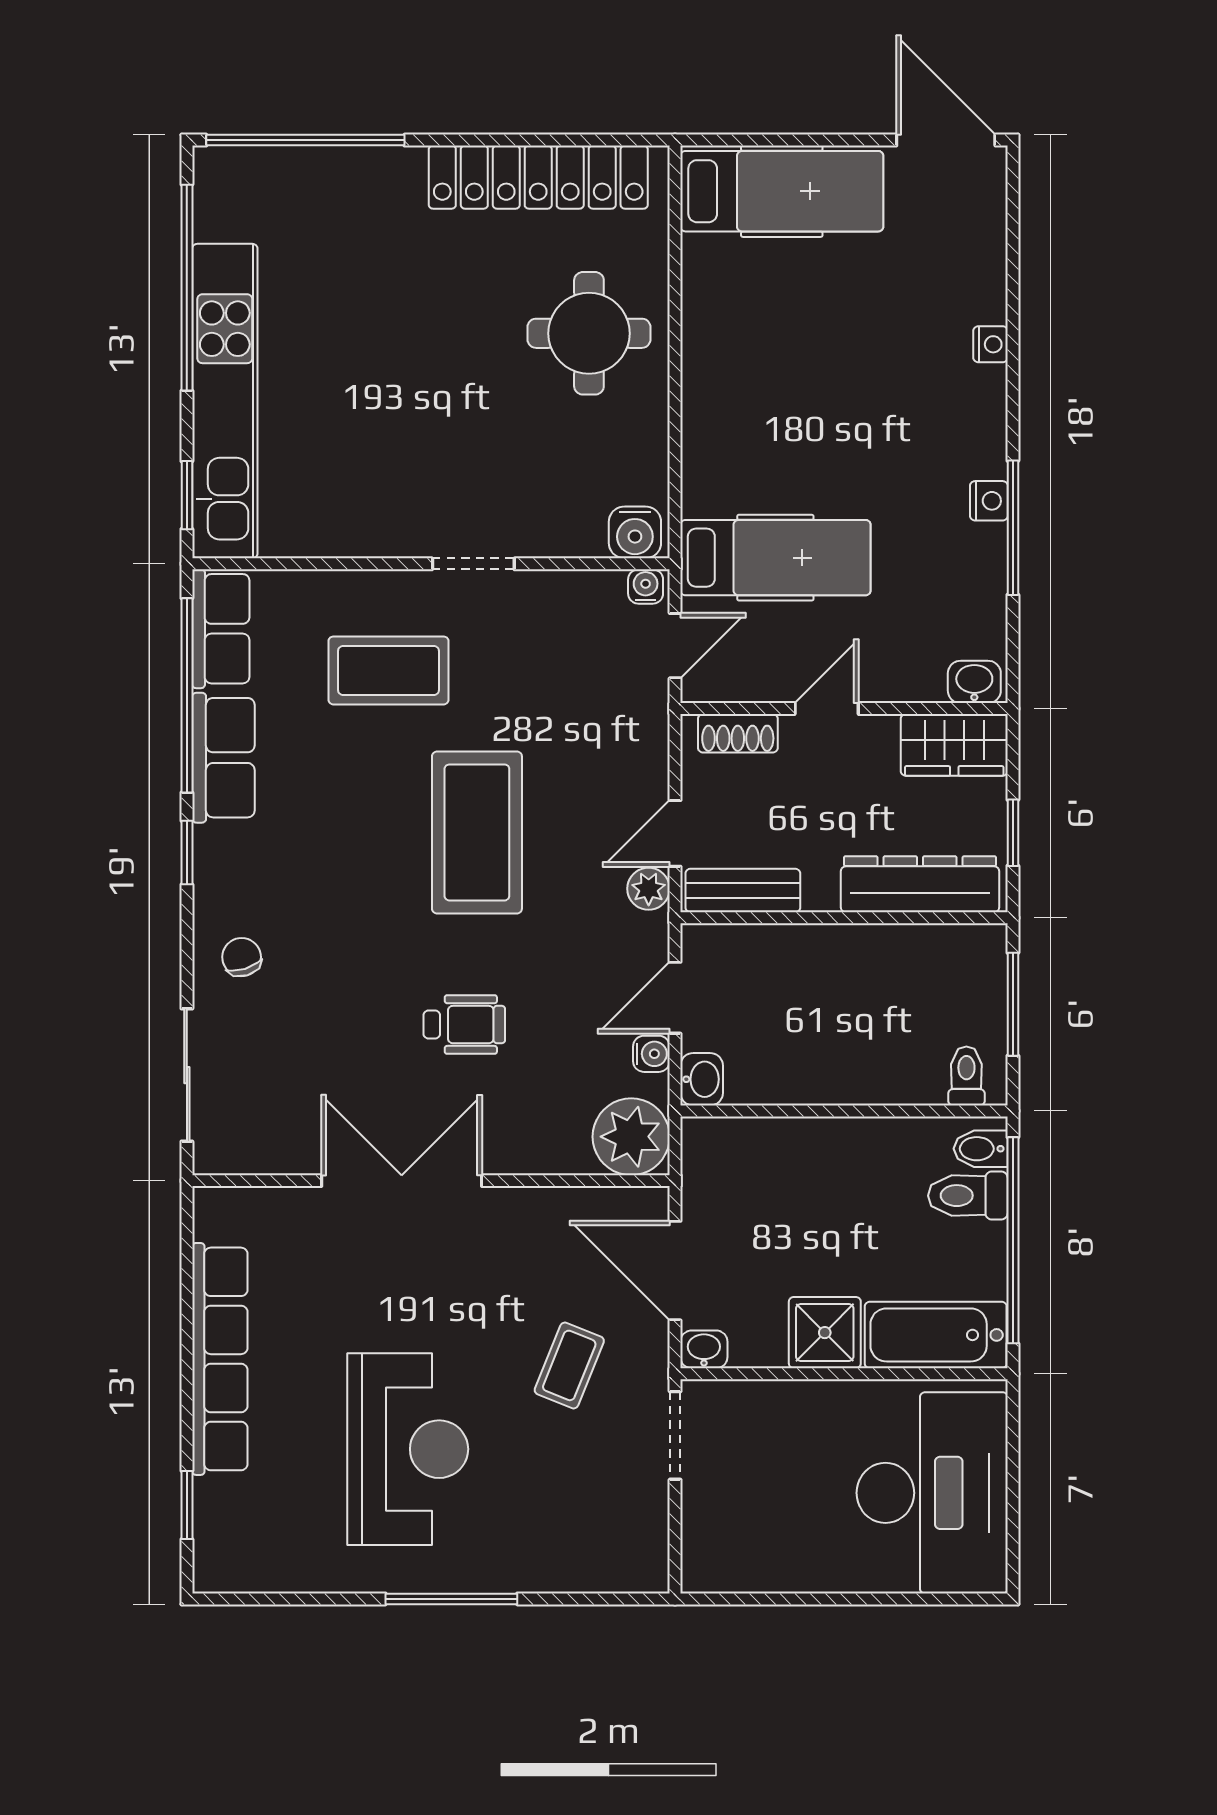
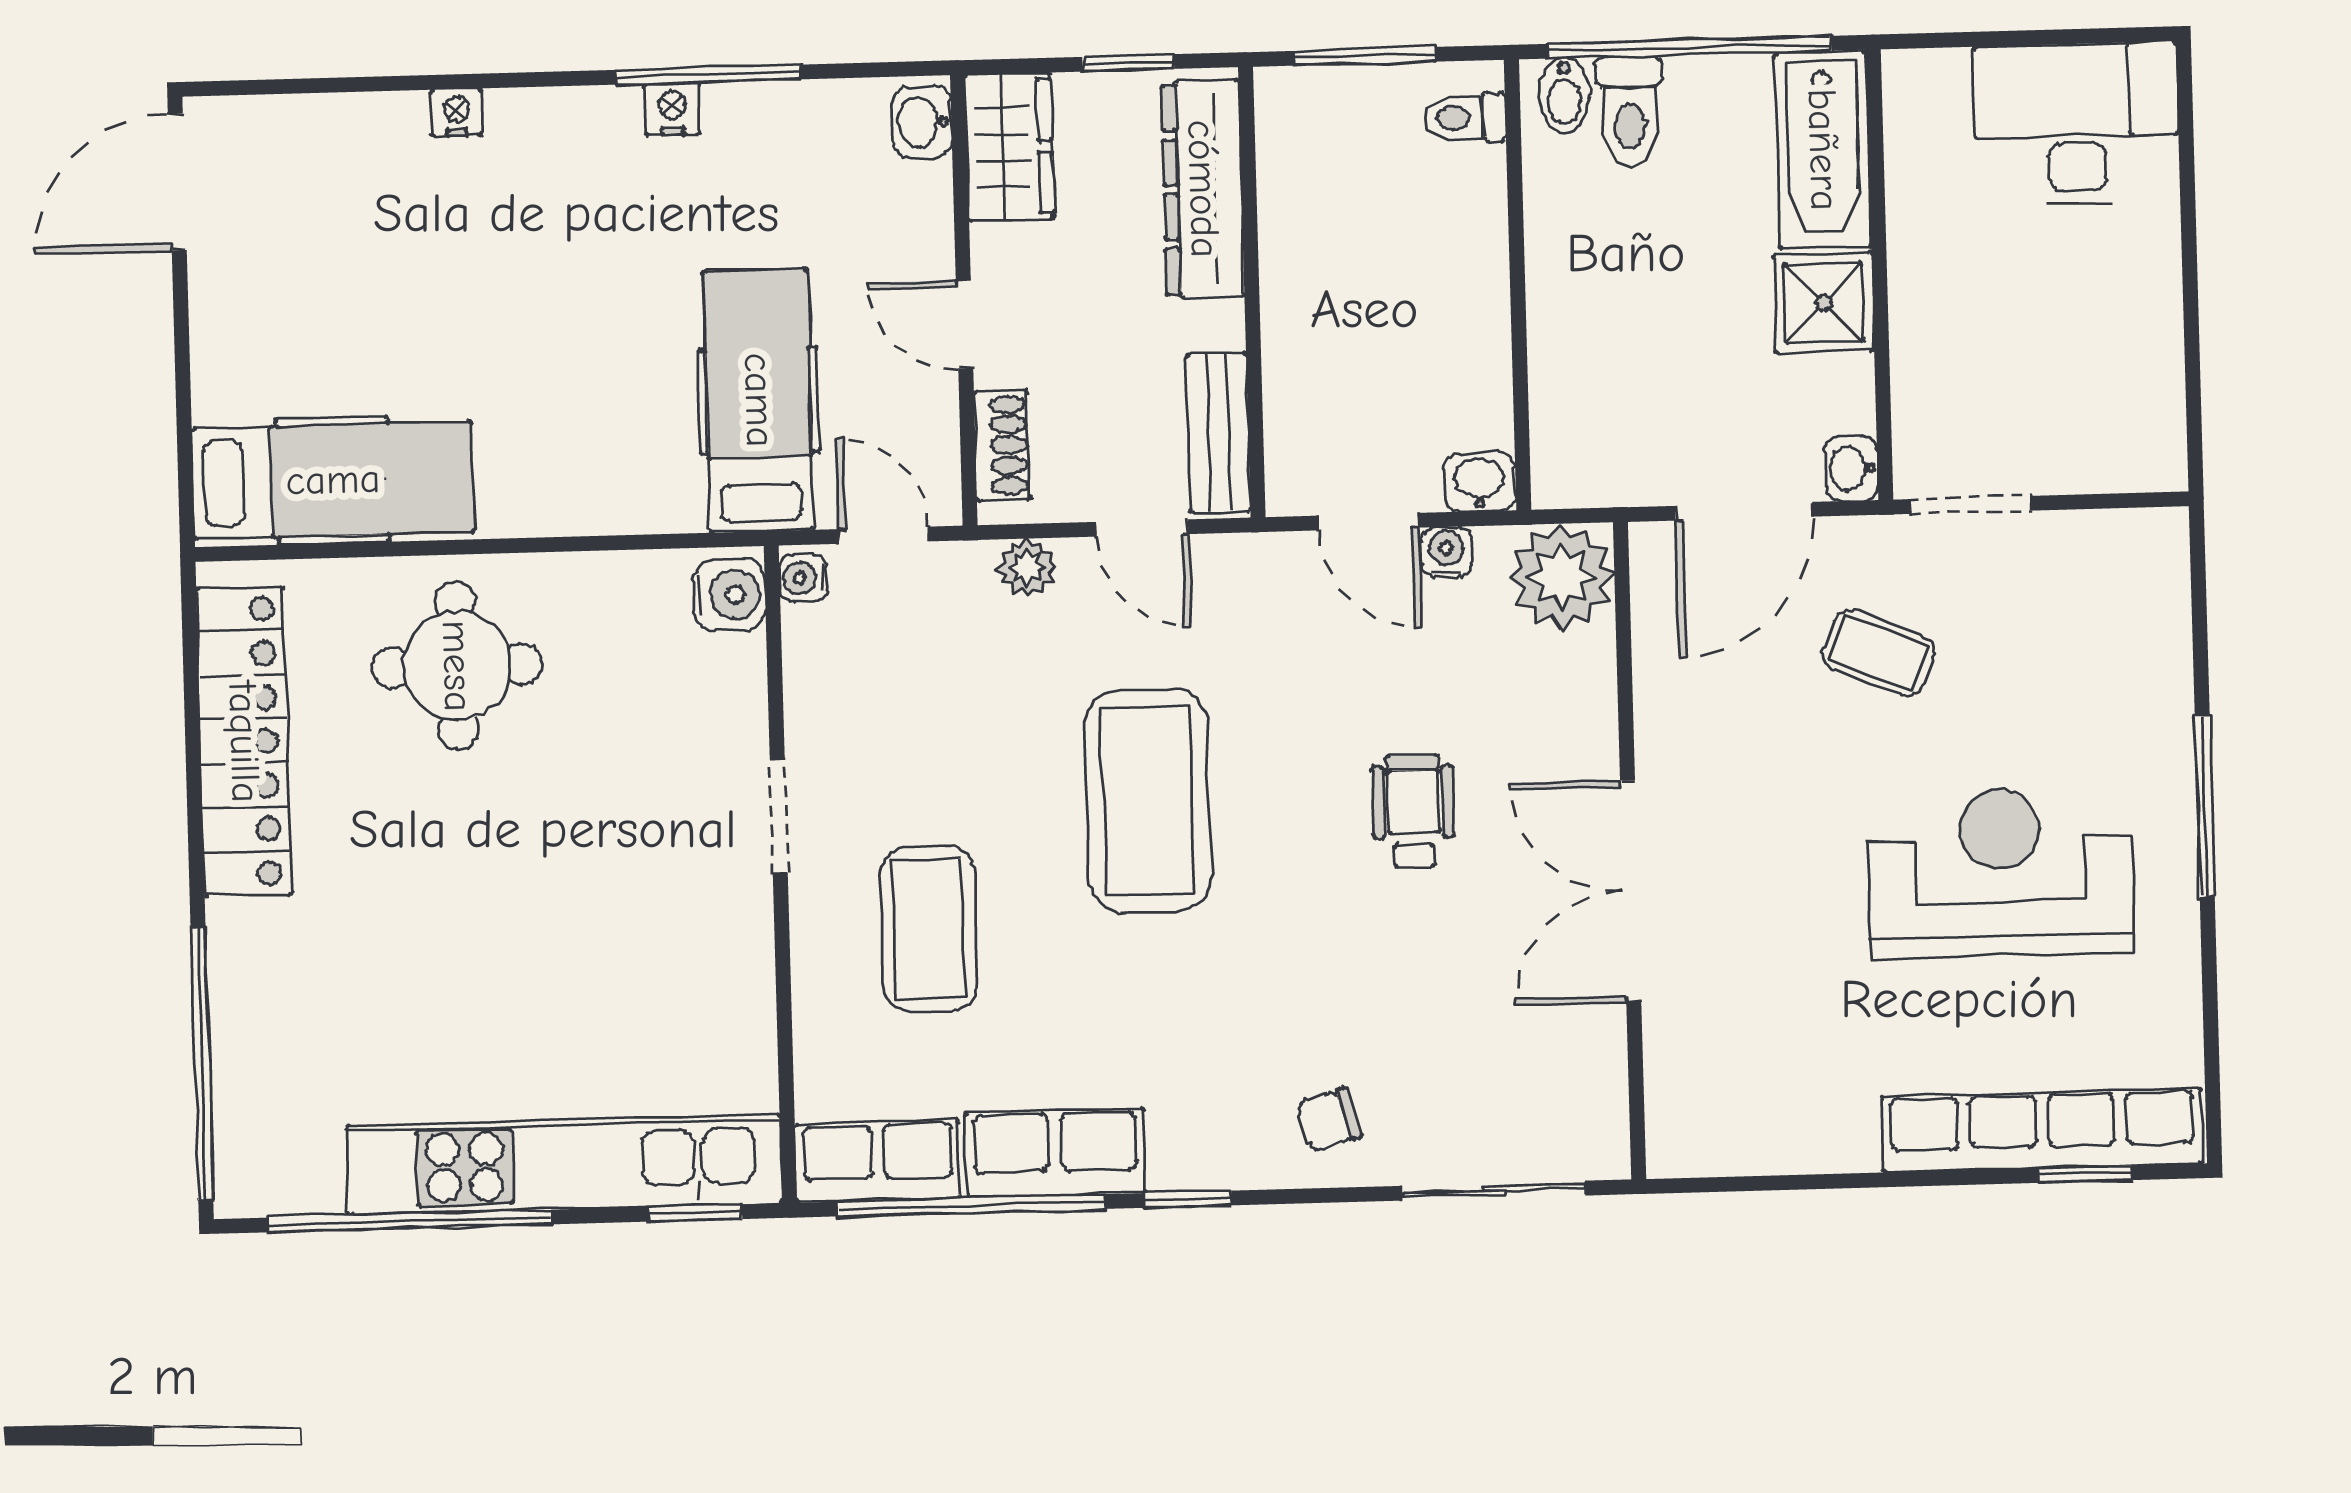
hospital bed: (782, 191) -> (333, 480), moved, turned 90
coffee table: (477, 832) -> (1148, 801), turned 90
plant: (649, 889) -> (1027, 568), moved
row of seats: (220, 1359) -> (2042, 1130), moved
desk: (932, 1493) -> (2077, 124), width x0.73, depth x0.77

